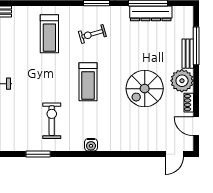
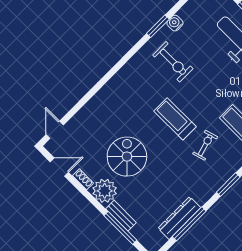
exercise bike: (92, 34) -> (205, 145), moved
water cooler: (91, 145) -> (175, 23), moved

